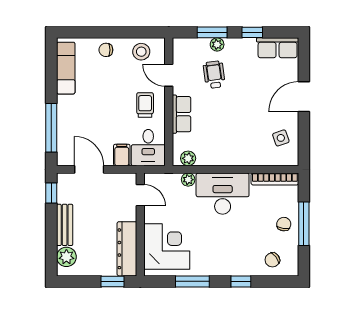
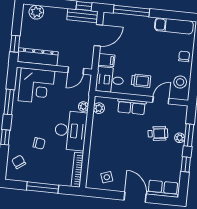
row of seats: (278, 48) -> (163, 189), moved, turned 90
chair: (284, 224) -> (39, 143), moved
bench: (65, 225) -> (82, 16), moved

